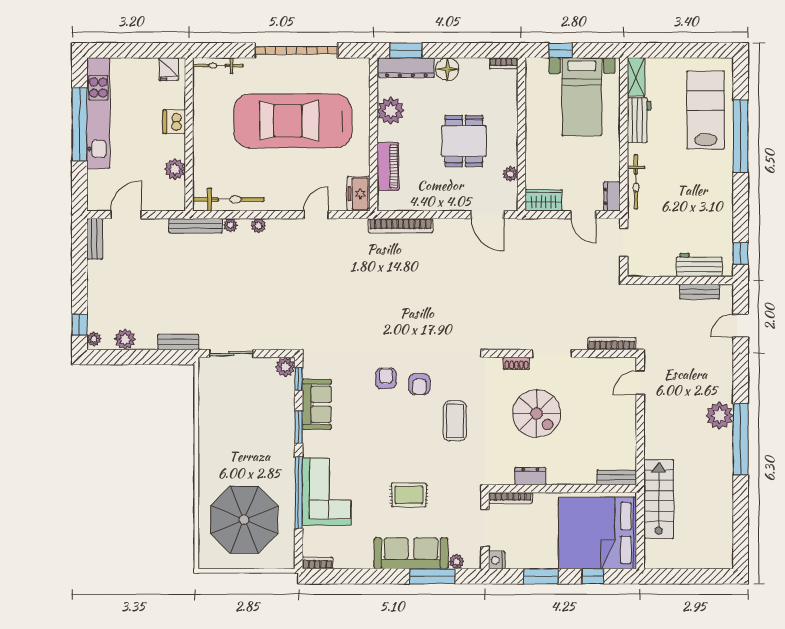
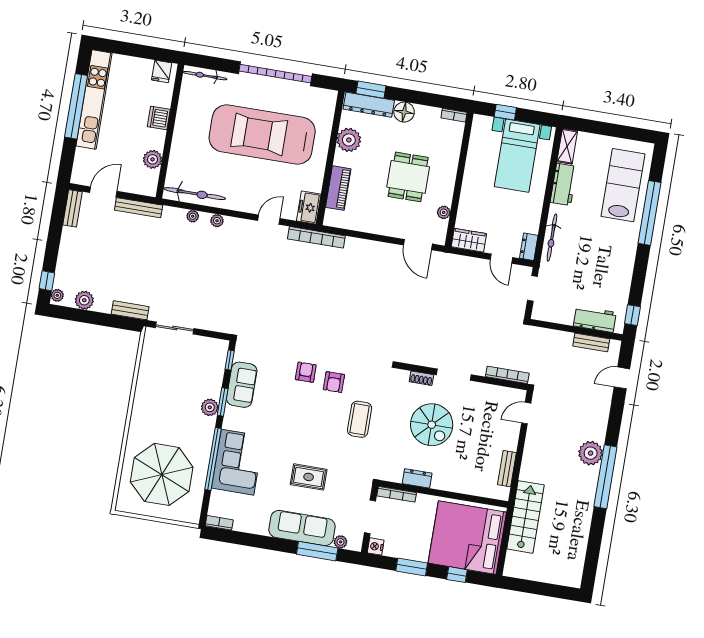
bench: (196, 226) -> (139, 208), moved
bookcase: (401, 226) -> (316, 237), moved
plant: (285, 367) -> (210, 407), moved
bench: (617, 477) -> (507, 469), moved, turned 90

